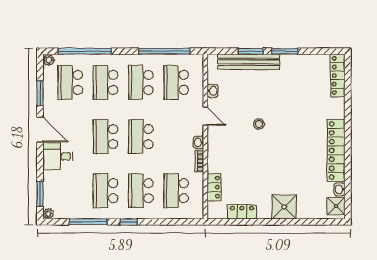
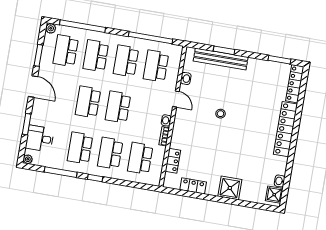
window: (285, 51) -> (279, 60), moved
locker: (336, 150) -> (285, 129), moved
desk: (58, 156) -> (40, 138), moved
window: (40, 194) -> (27, 124), moved

